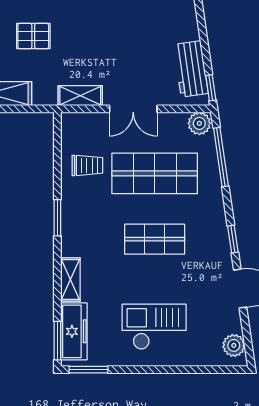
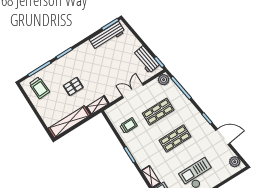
shelving: (80, 96) -> (98, 105), moved
double door: (133, 109) -> (133, 91), swing flipped
shop shelf: (155, 173) -> (158, 112), width x0.70, depth x0.74

